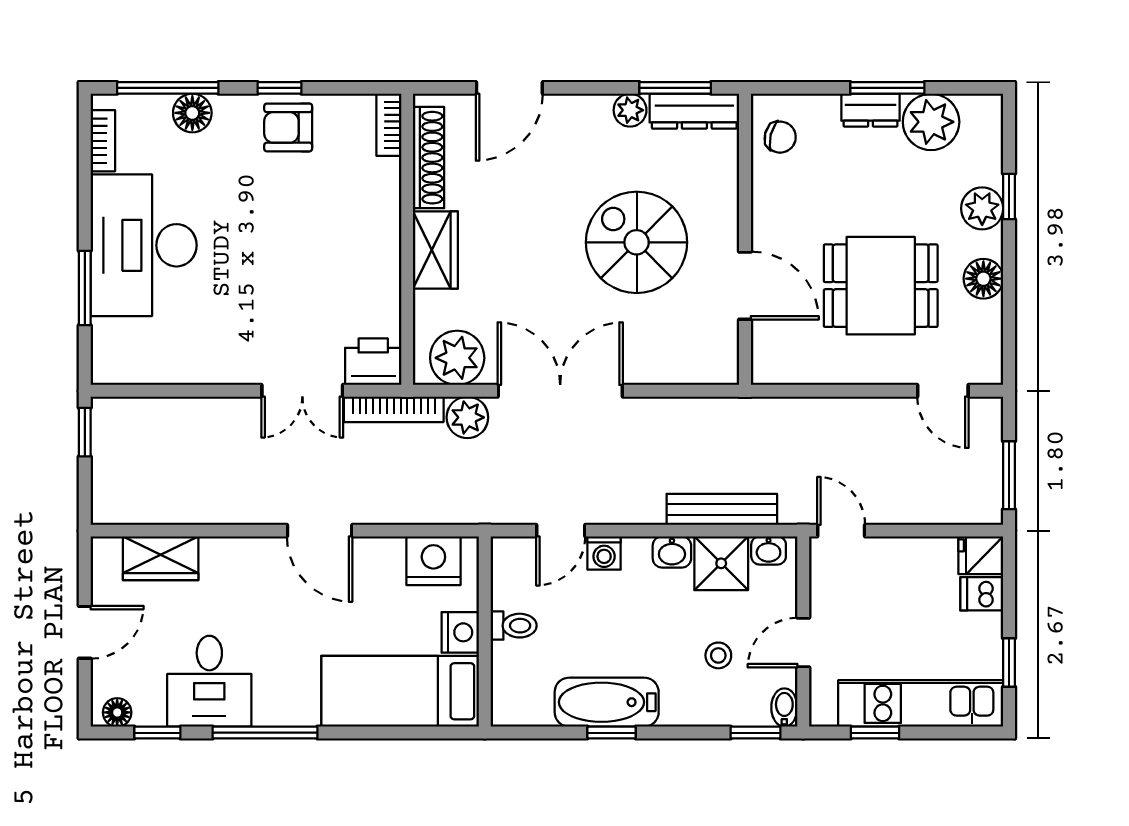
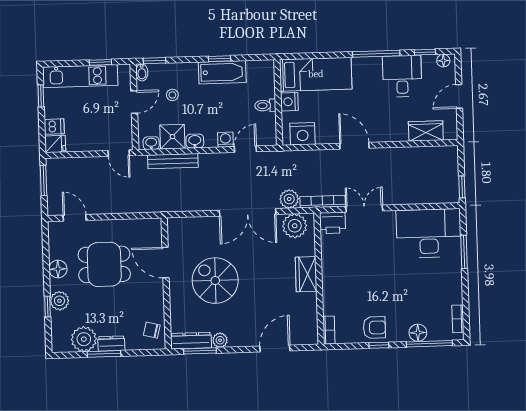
shoe rack: (429, 158) -> (310, 316), removed
spiral stairs: (637, 242) -> (215, 281), turned 180
desk: (144, 245) -> (429, 233), moved, turned -90

